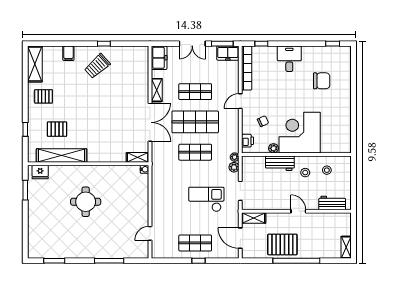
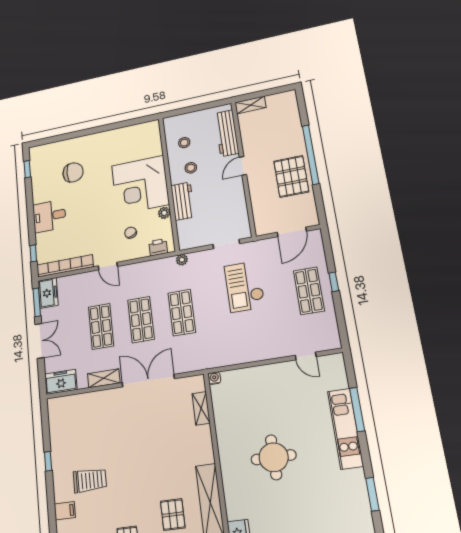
trolley: (97, 66) -> (90, 480), moved, turned -48
chair: (322, 81) -> (73, 172), turned 90
shop shelf: (195, 122) -> (141, 320), width x0.70, depth x0.74
shelving: (138, 157) -> (201, 408), moved
plant: (234, 167) -> (196, 258), removed
workbench: (332, 203) -> (227, 133), width x1.38
shelving: (254, 218) -> (261, 220), removed
shelving: (346, 247) -> (250, 105), moved
kitchen unit: (98, 251) -> (345, 429), added

